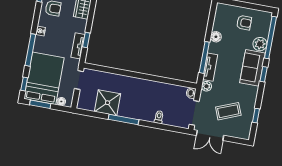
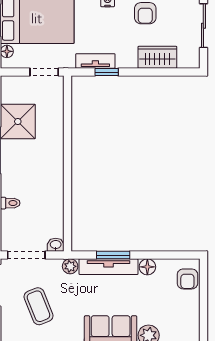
armchair: (244, 23) -> (187, 279), moved
window: (204, 57) -> (113, 255), width x0.69
tv unit: (210, 67) -> (108, 267), width x1.41

